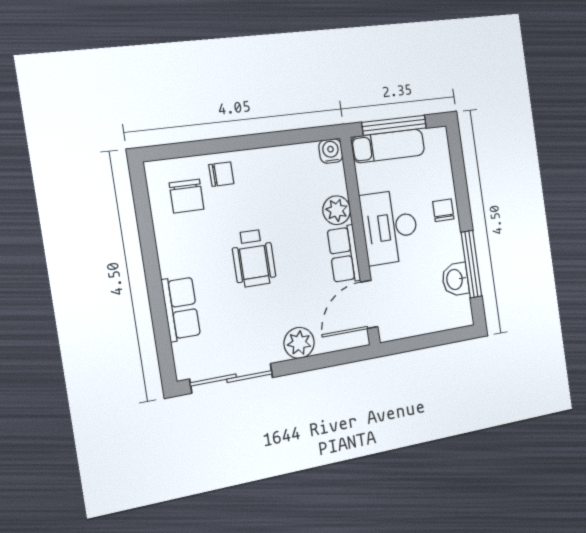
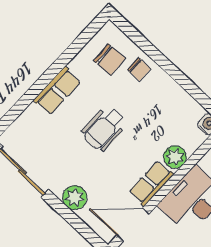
chair: (187, 196) -> (110, 59), turned -93
row of seats: (181, 308) -> (57, 91), moved

